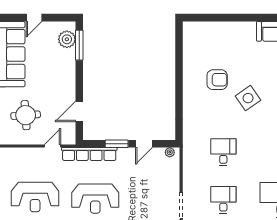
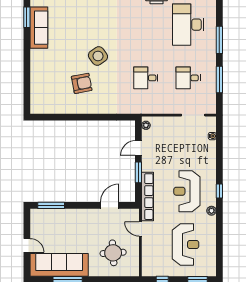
plant: (67, 39) -> (46, 216), removed
armchair: (217, 80) -> (82, 83), turned 79
door: (79, 111) -> (110, 205), swing flipped
door: (144, 144) -> (138, 148), swing flipped
reception desk: (95, 199) -> (187, 191), turned 180

